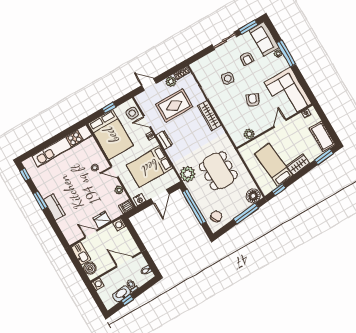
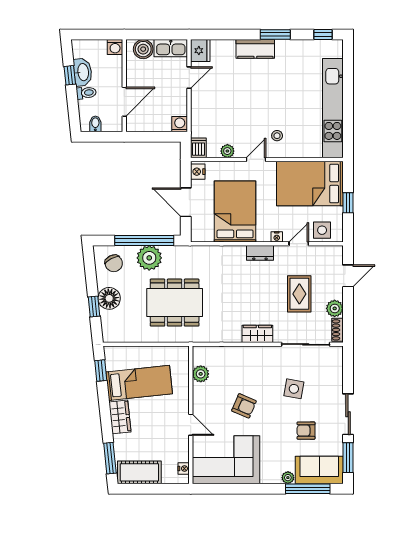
window: (286, 54) -> (308, 489), moved
rug: (174, 105) -> (299, 294), width x0.73, depth x0.70
wardrobe: (209, 116) -> (257, 334), width x0.67
plant: (188, 174) -> (149, 258), moved
floor lamp: (253, 196) -> (109, 298), moved
window: (246, 214) -> (94, 307), width x0.46
fridge: (102, 220) -> (200, 51), moved

